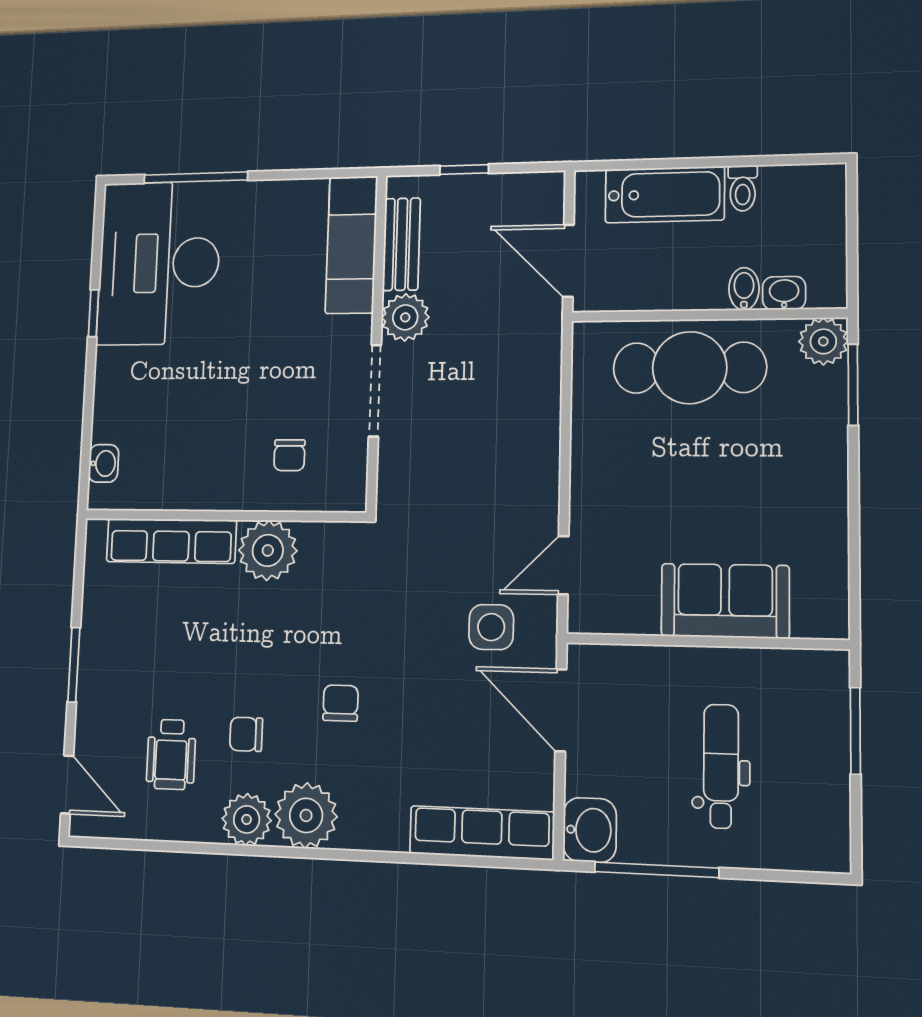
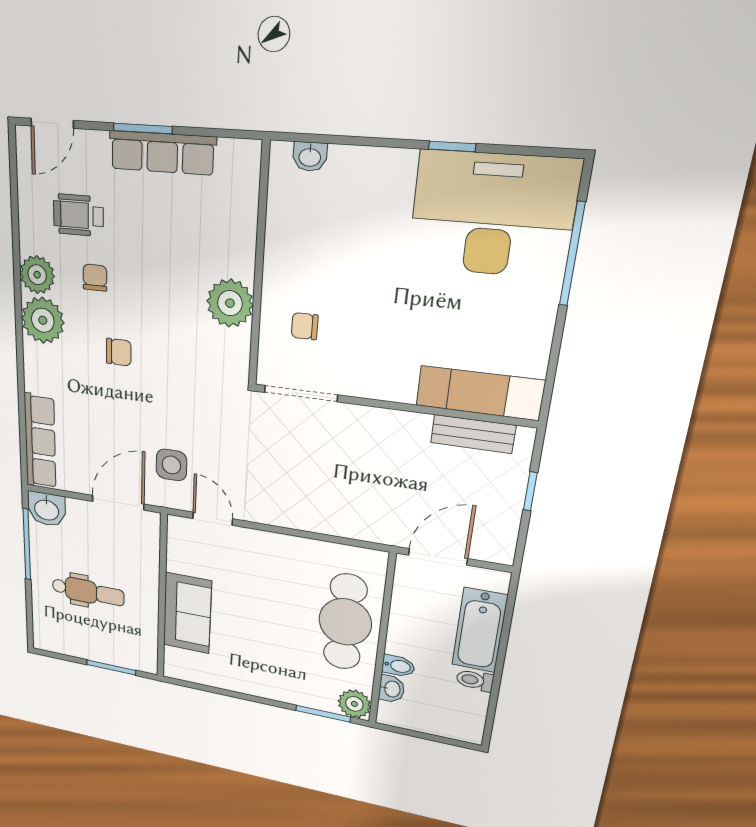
plant: (405, 317) -> (409, 430), removed
doorway: (375, 391) -> (301, 394), moved
row of seats: (171, 541) -> (162, 153), moved, turned -90

